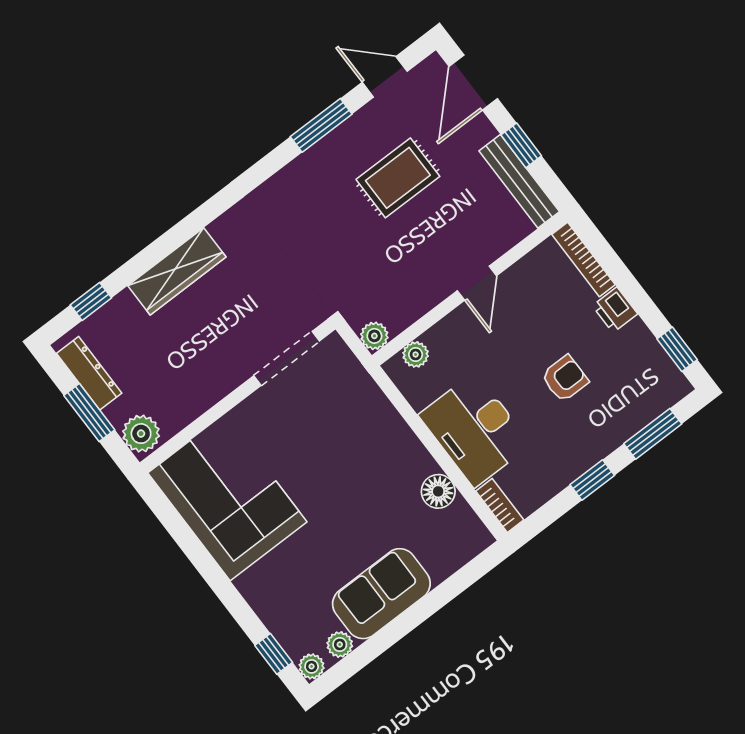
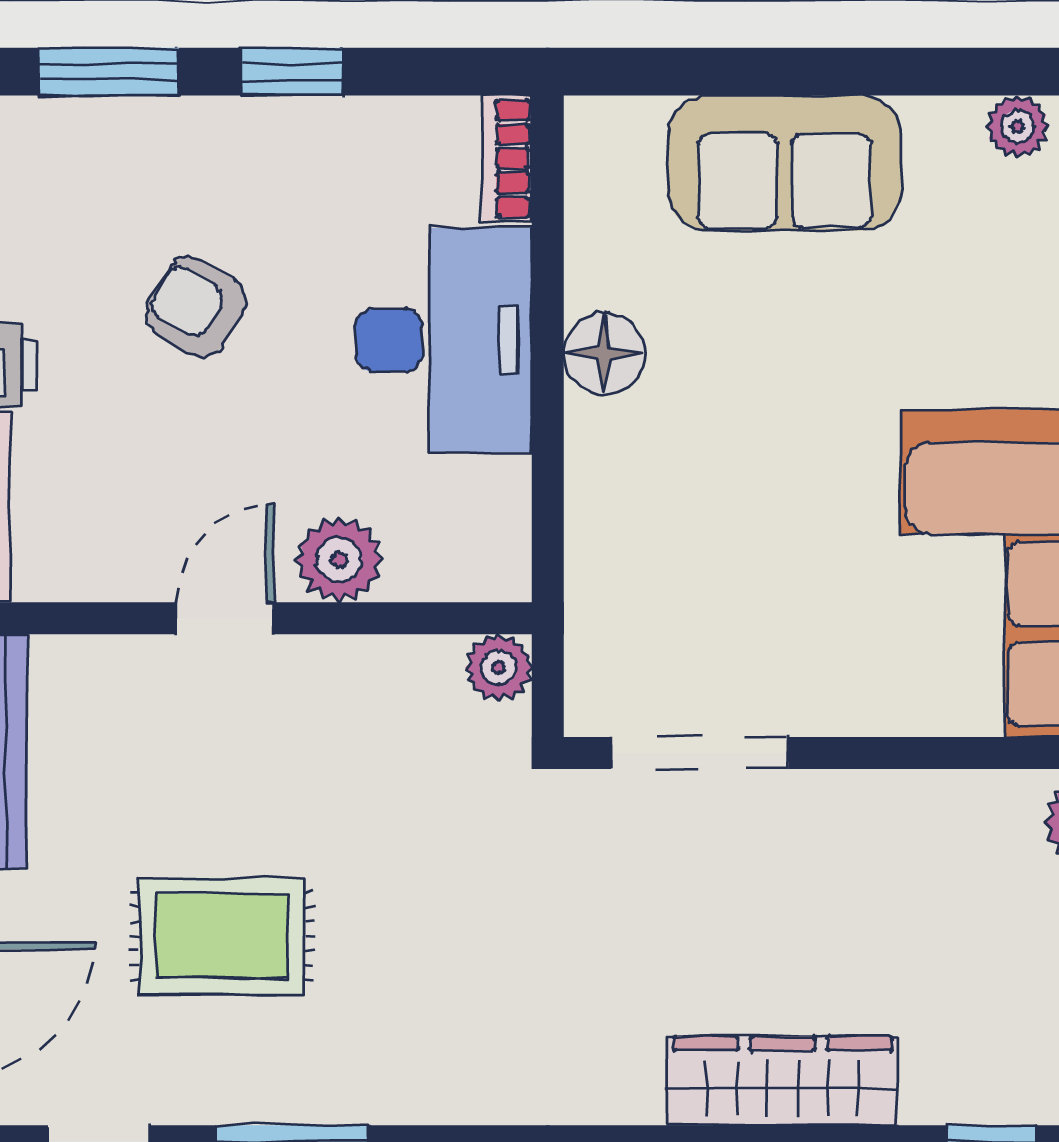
plant: (416, 354) -> (339, 560), moved, width x1.38, depth x1.38
armchair: (565, 378) -> (196, 307), turned 32
floor lamp: (438, 491) -> (604, 354), moved
sofa: (381, 594) -> (784, 163), moved

